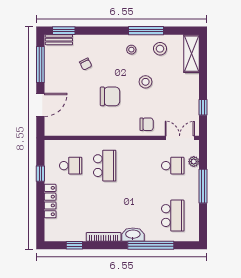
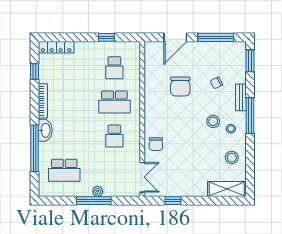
window: (146, 31) -> (250, 116), moved
bench: (59, 40) -> (241, 97), moved
stool: (145, 82) -> (213, 121), moved
chair: (110, 96) -> (180, 86), moved
door: (40, 105) -> (175, 37), hinge flipped
plant: (194, 162) -> (98, 191), moved
school desk: (173, 166) -> (114, 136), moved
locker: (50, 201) -> (56, 47), moved

